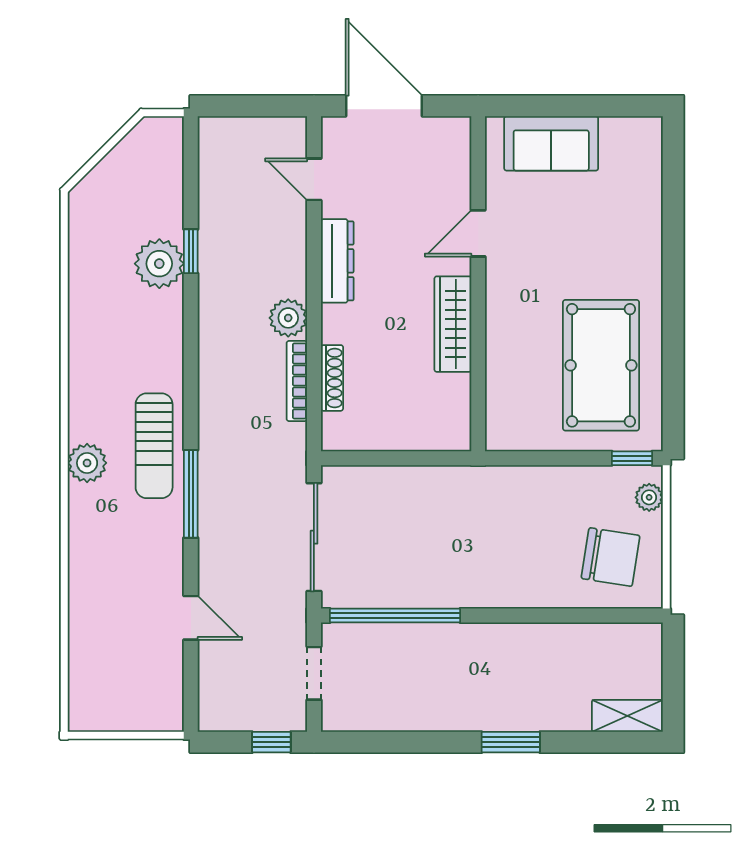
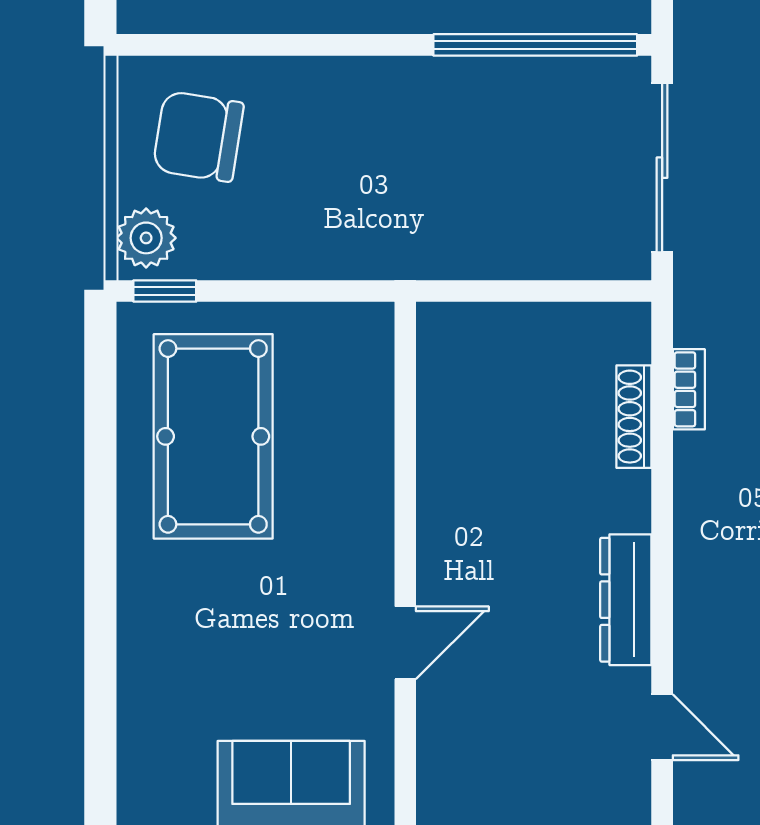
plant: (288, 318) -> (702, 510), removed
wardrobe: (453, 324) -> (445, 501), removed
bookcase: (297, 381) -> (689, 389), width x0.64
plant: (649, 497) -> (146, 238), width x1.38, depth x1.38

